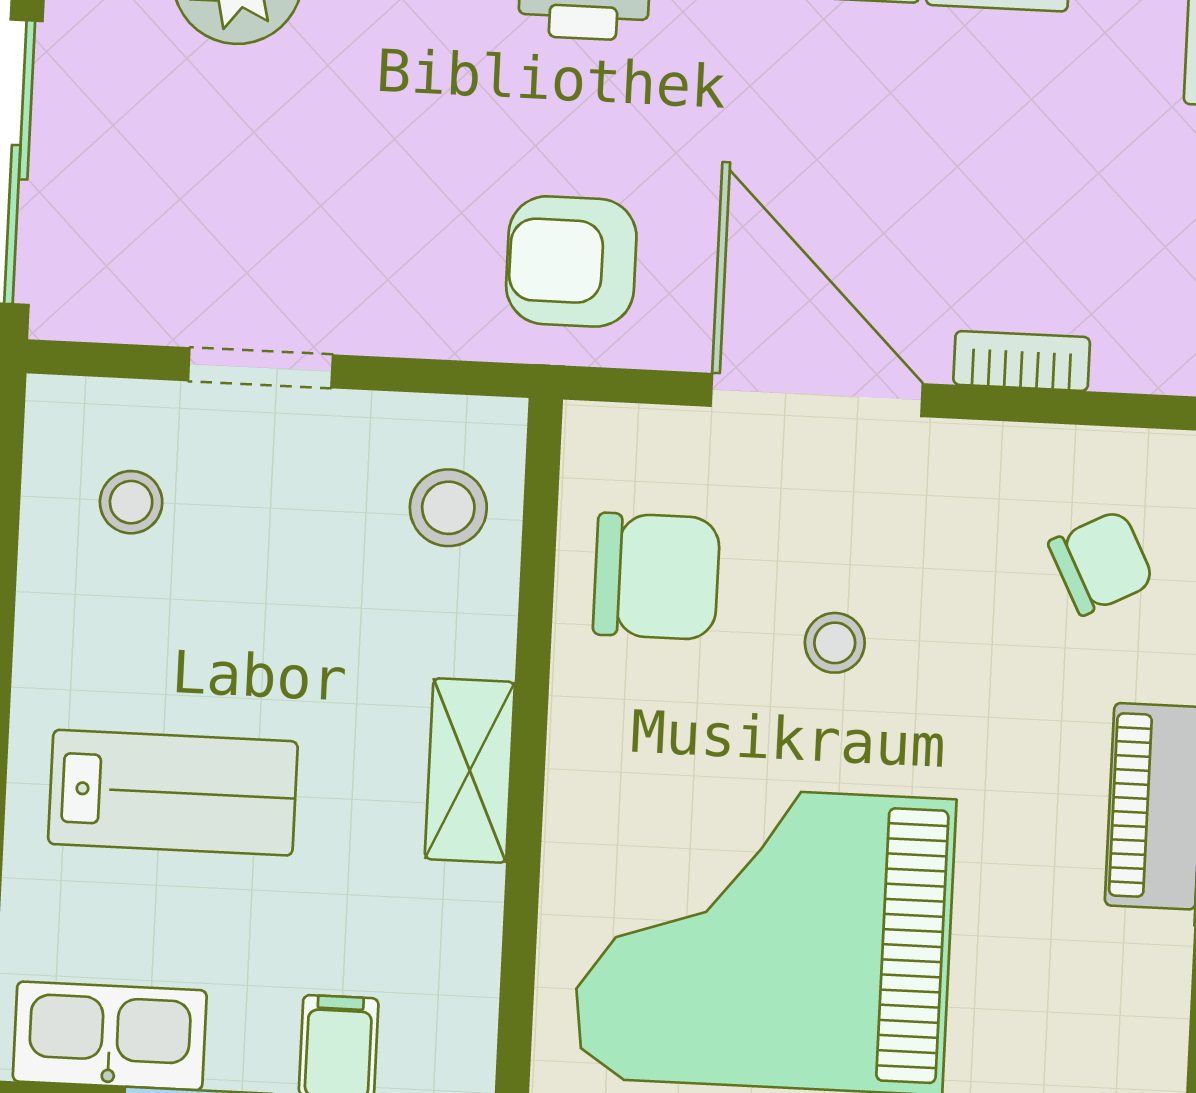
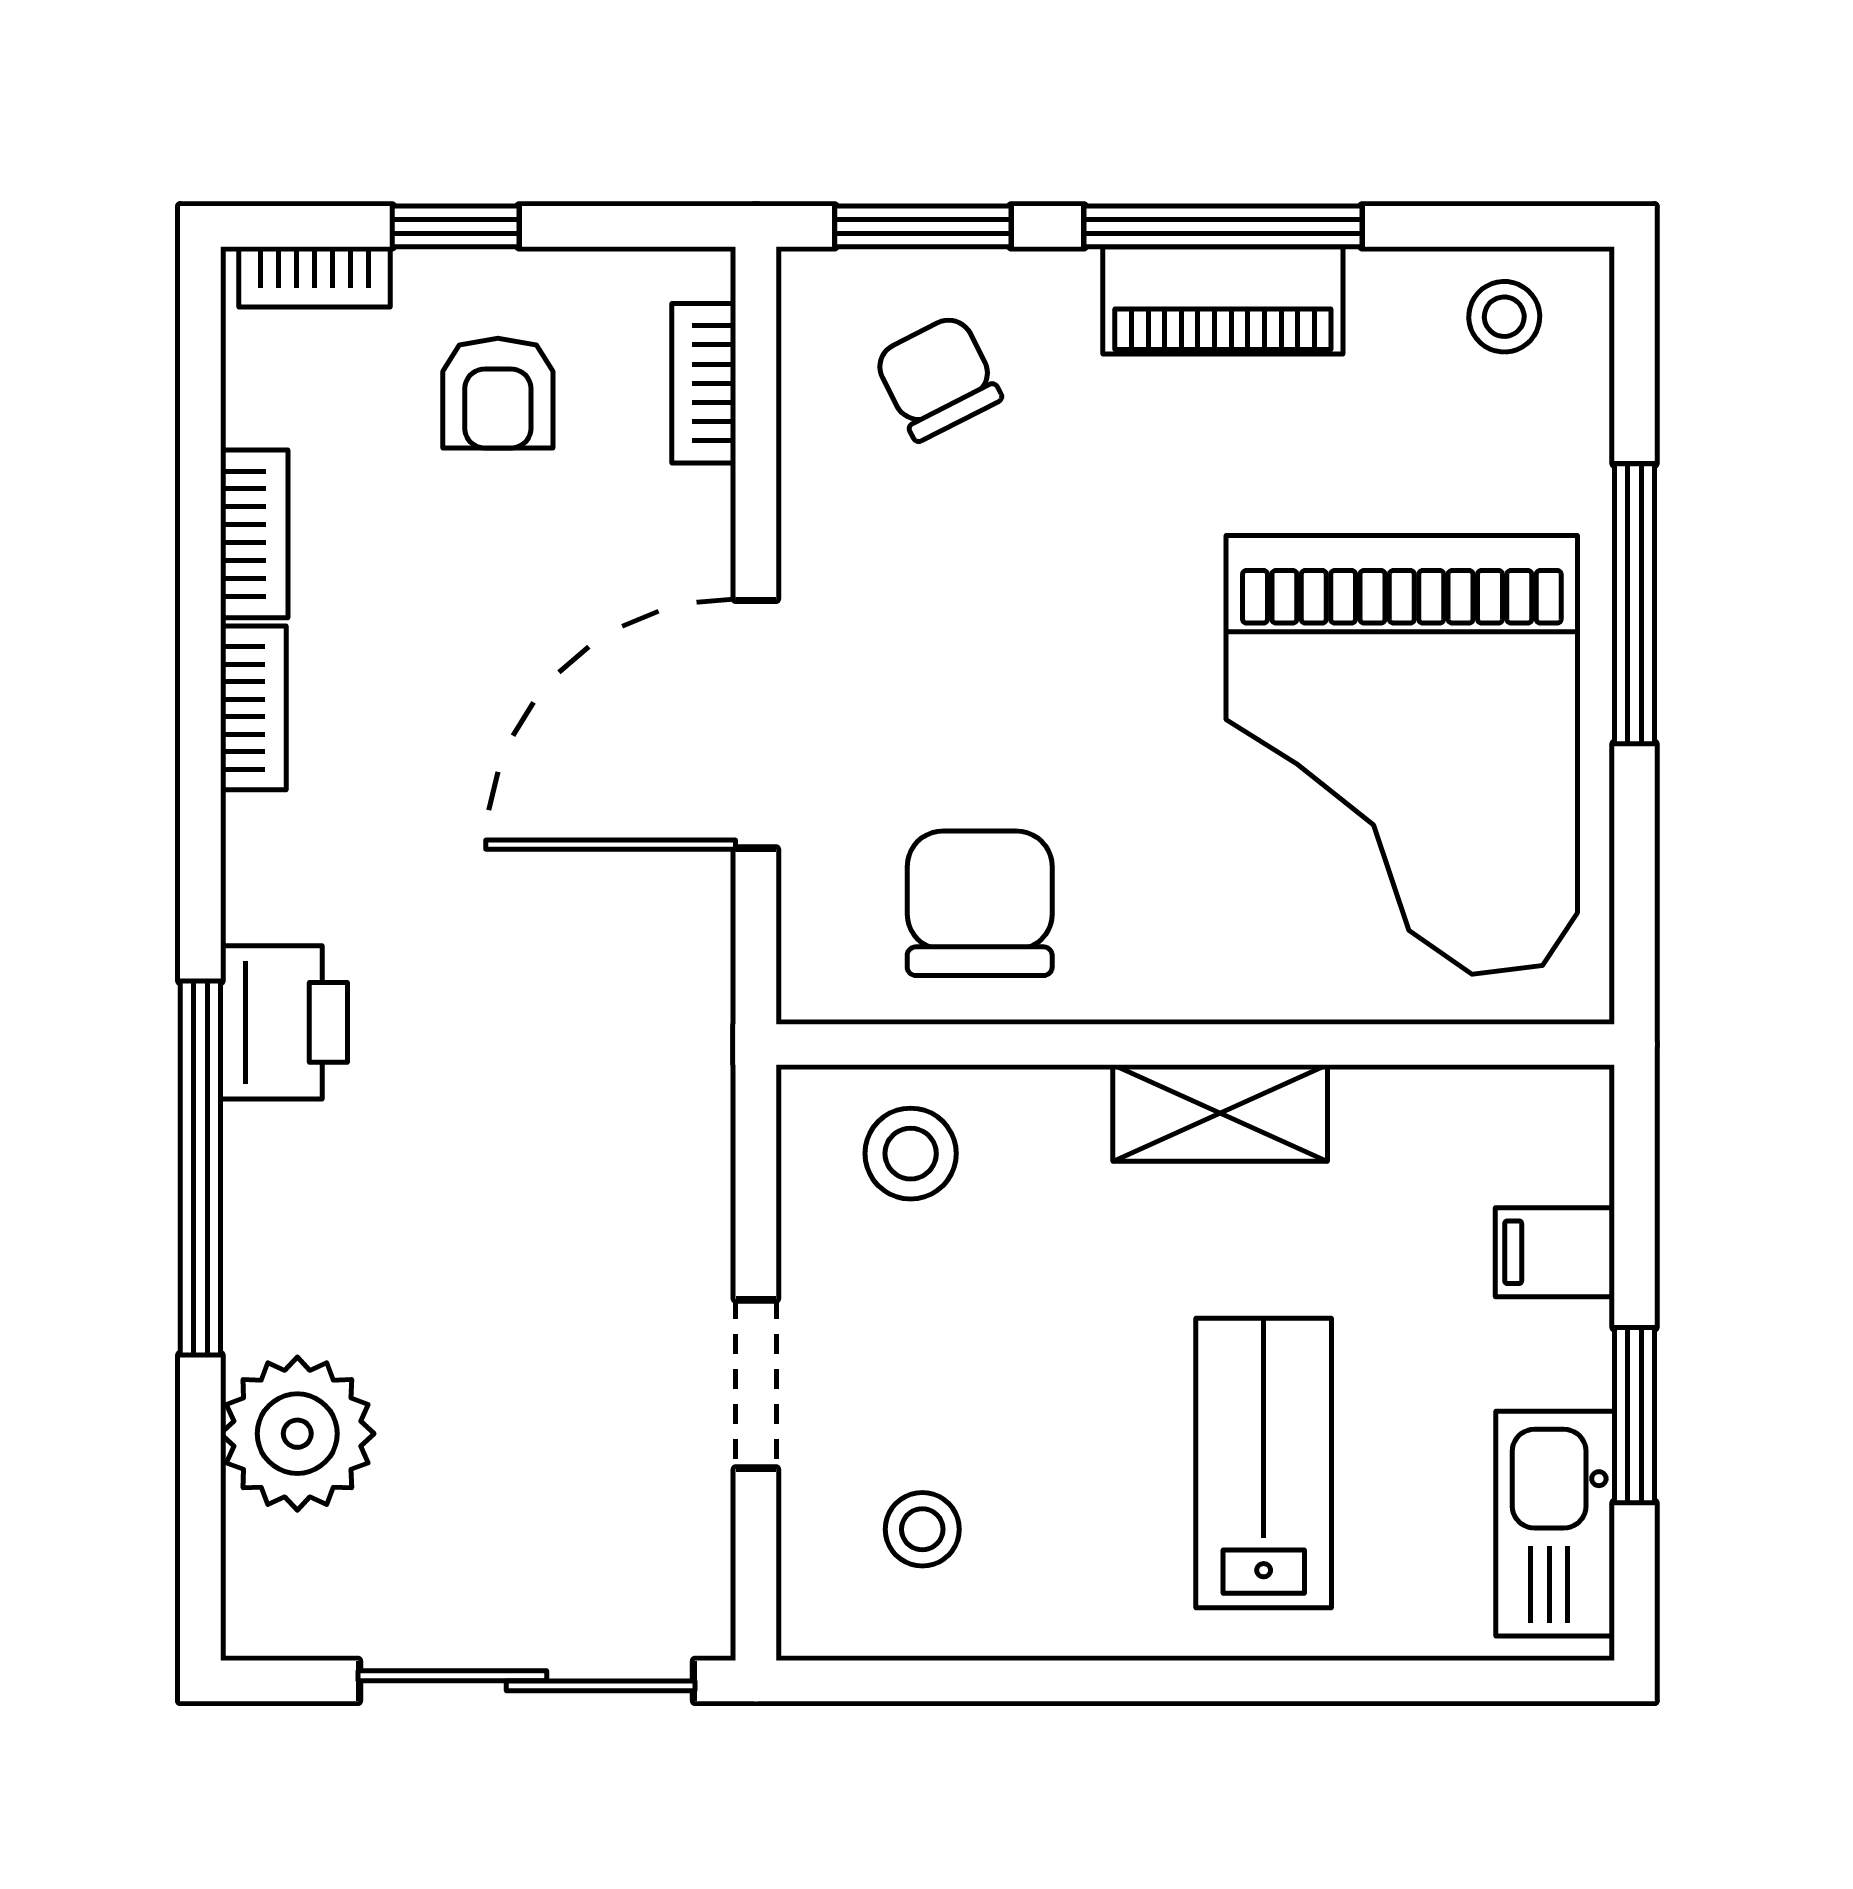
armchair: (571, 261) -> (498, 393), moved, width x0.72, depth x0.72
bookcase: (1022, 361) -> (704, 383), moved
stool: (835, 643) -> (1504, 317), moved

